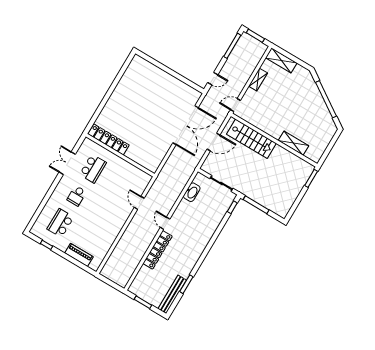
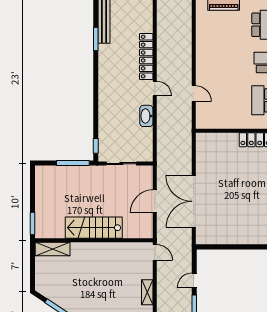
door: (213, 79) -> (194, 280), moved
door: (235, 105) -> (155, 252), hinge flipped
stairs: (251, 139) -> (94, 228), moved
shelving: (293, 143) -> (53, 249), moved
washbasin: (192, 192) -> (146, 116), moved

